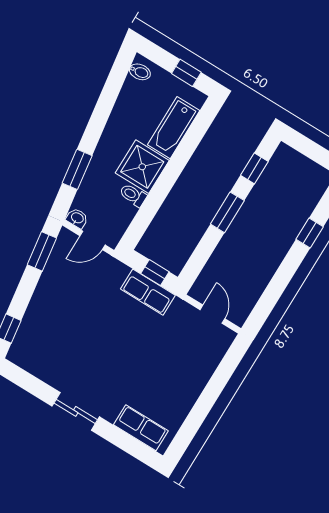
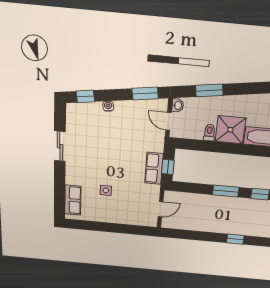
water cooler: (35, 307) -> (108, 106), added
side table: (148, 374) -> (106, 190), added
sliding door: (76, 411) -> (60, 146), moved

